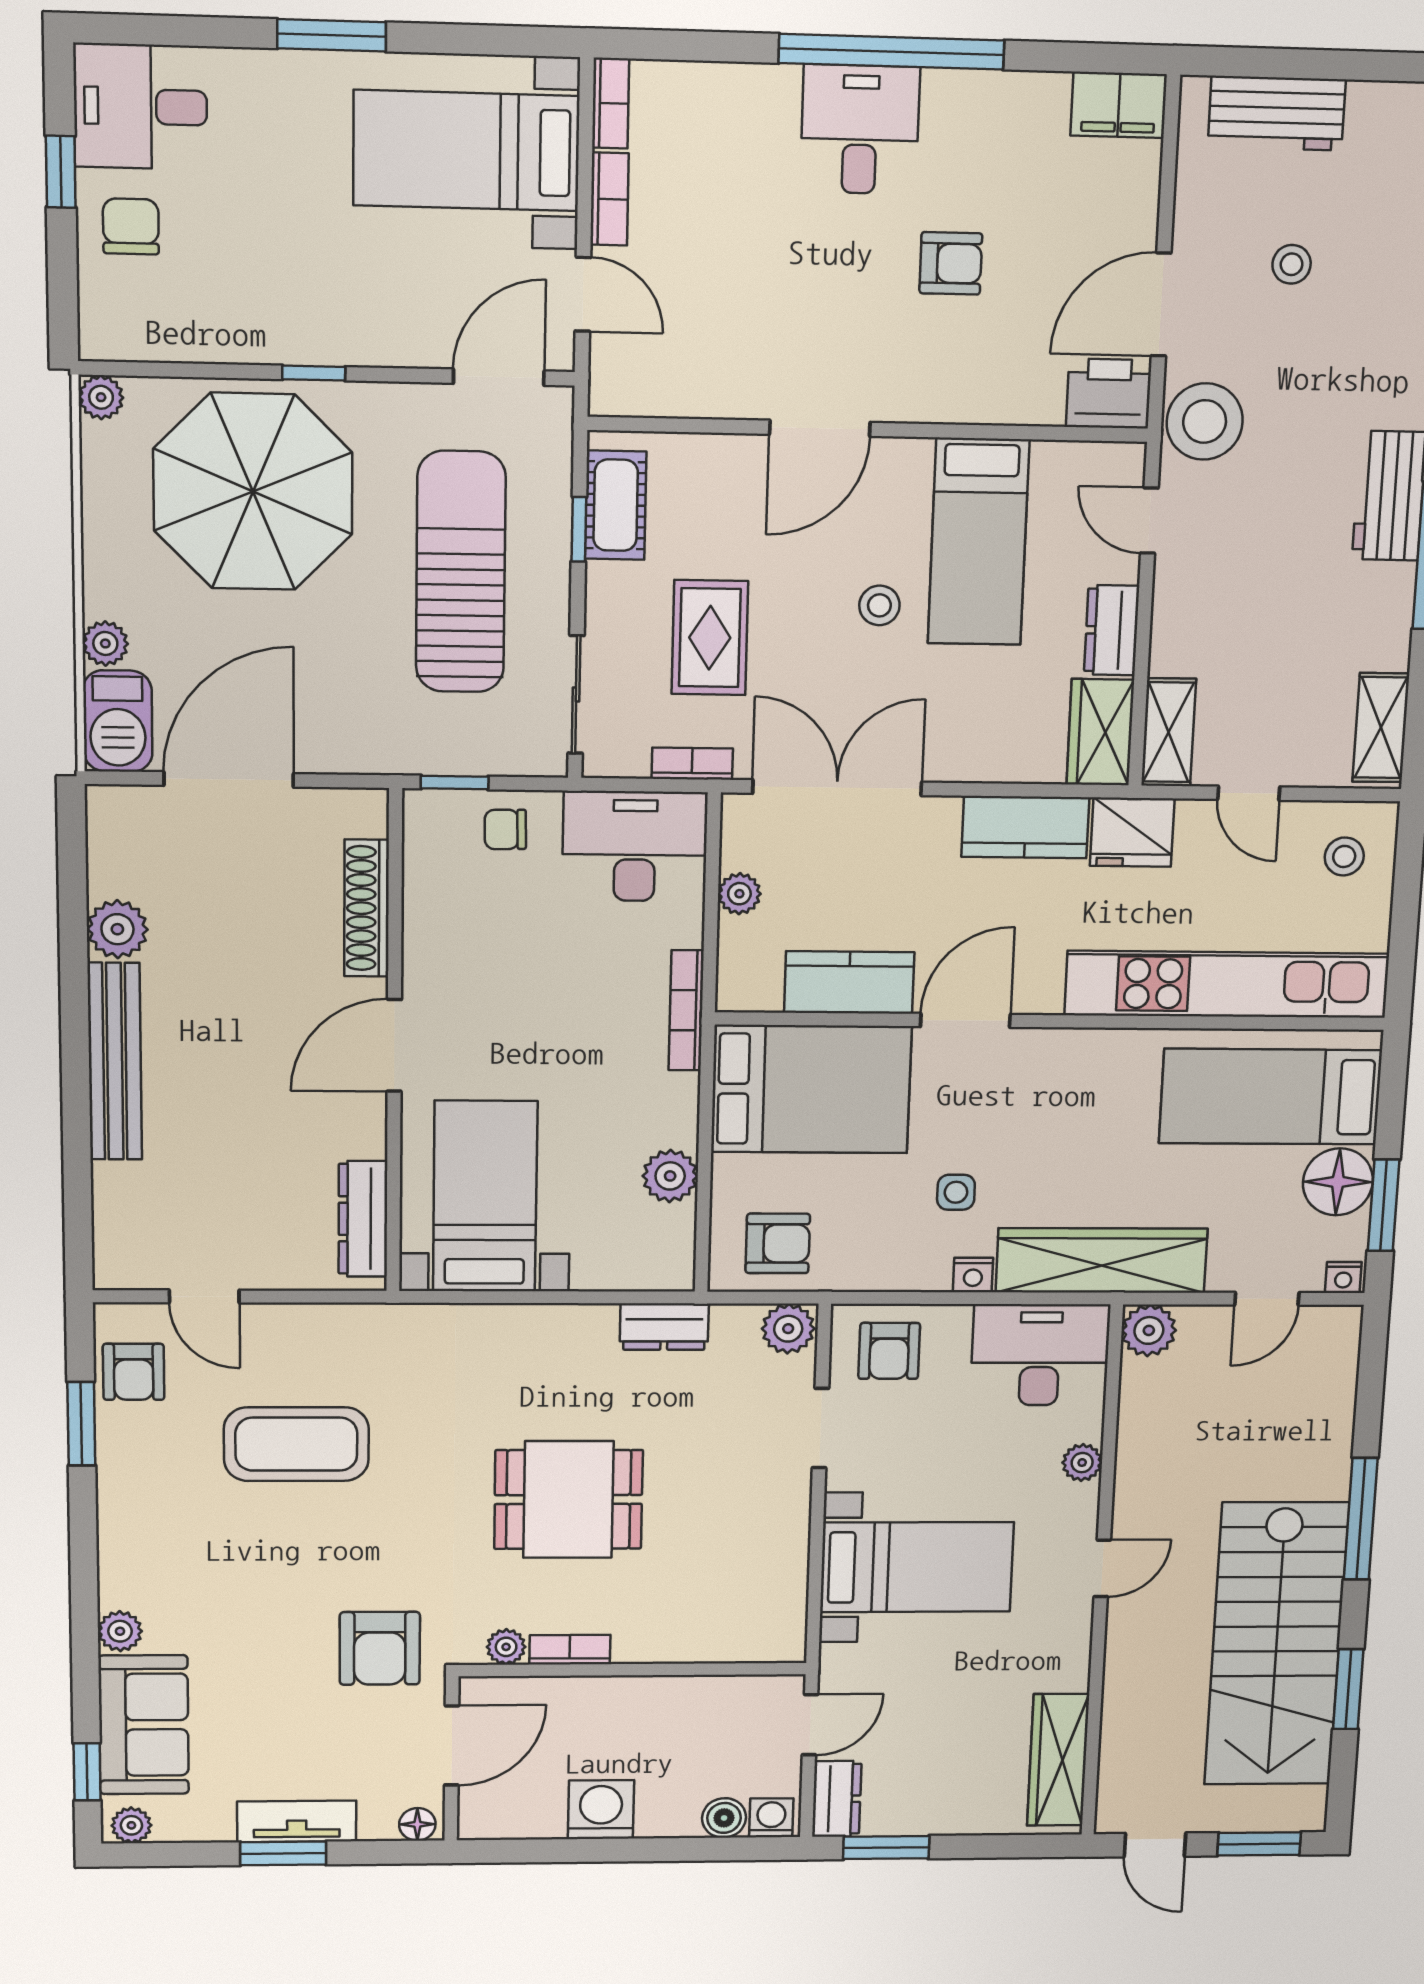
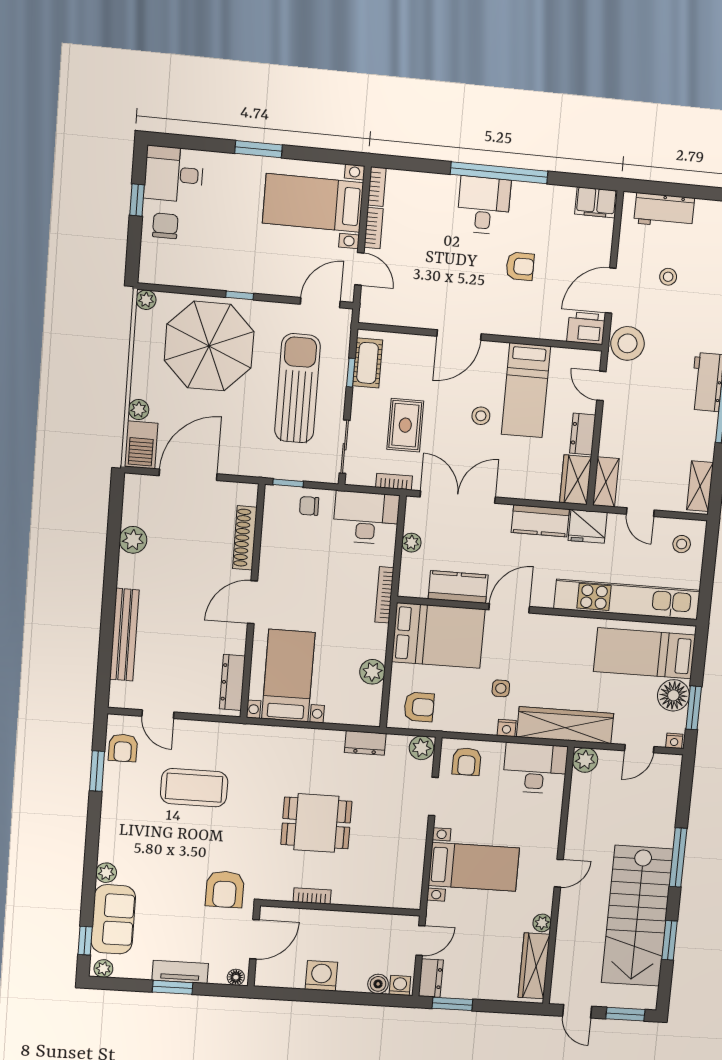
bench: (115, 1062) -> (124, 635), moved
plant: (1082, 1463) -> (542, 923), moved
plant: (506, 1647) -> (283, 893), removed

